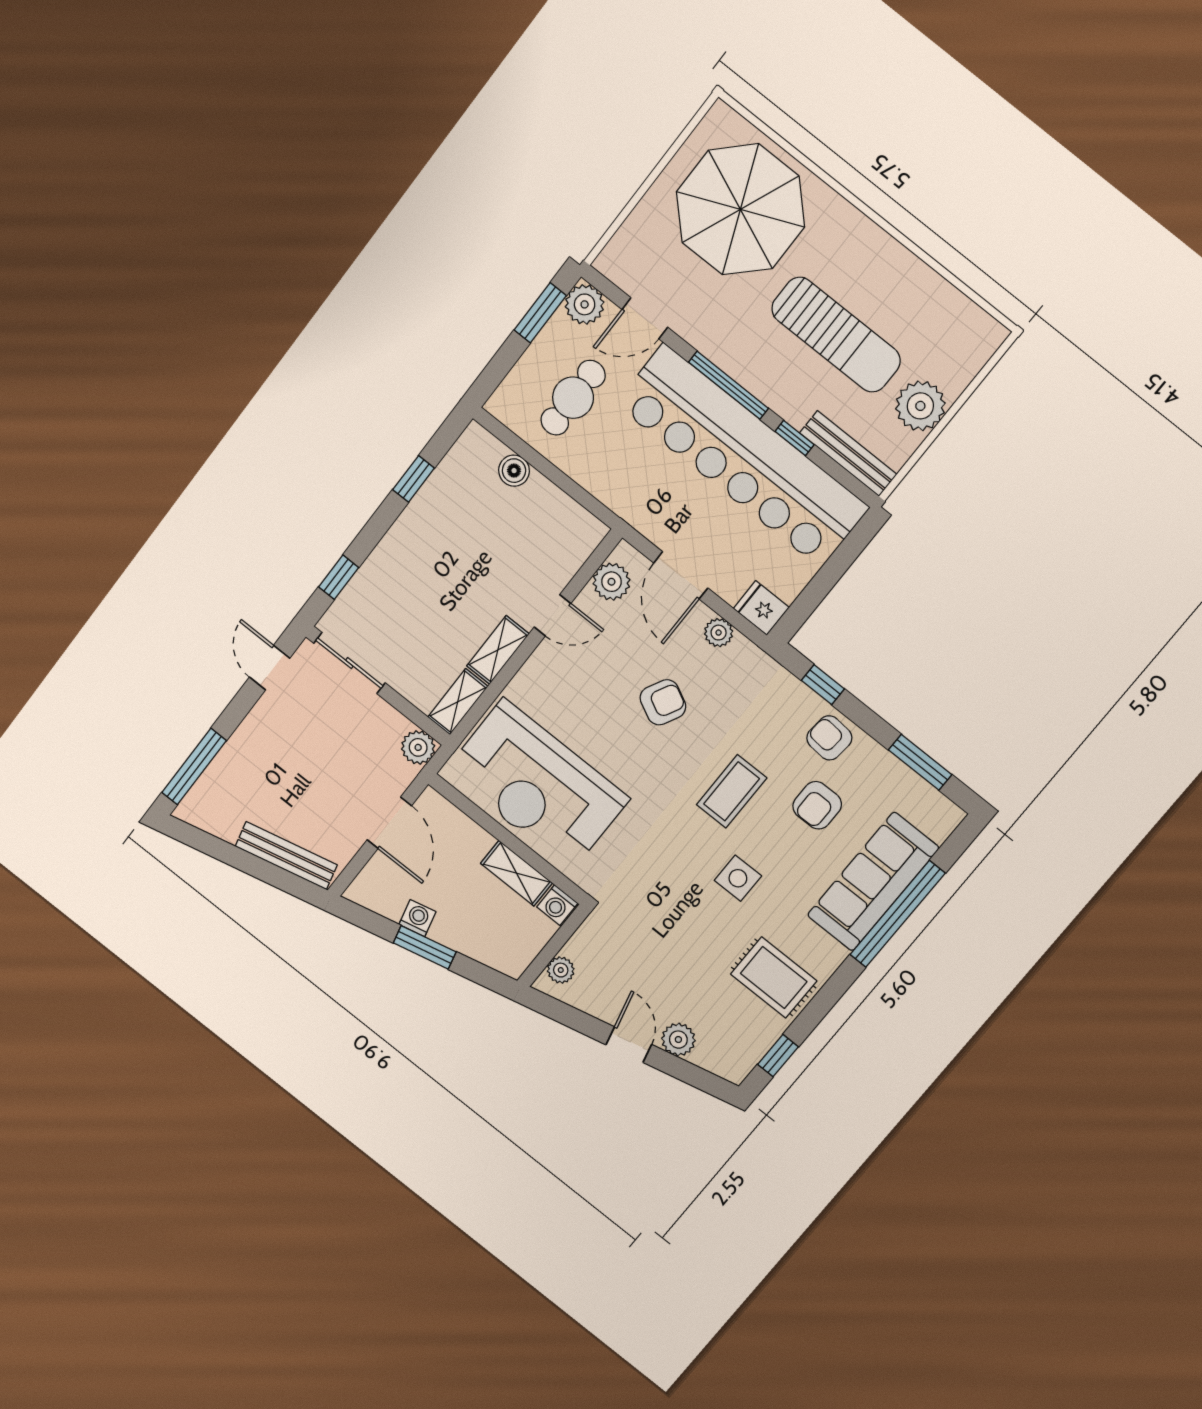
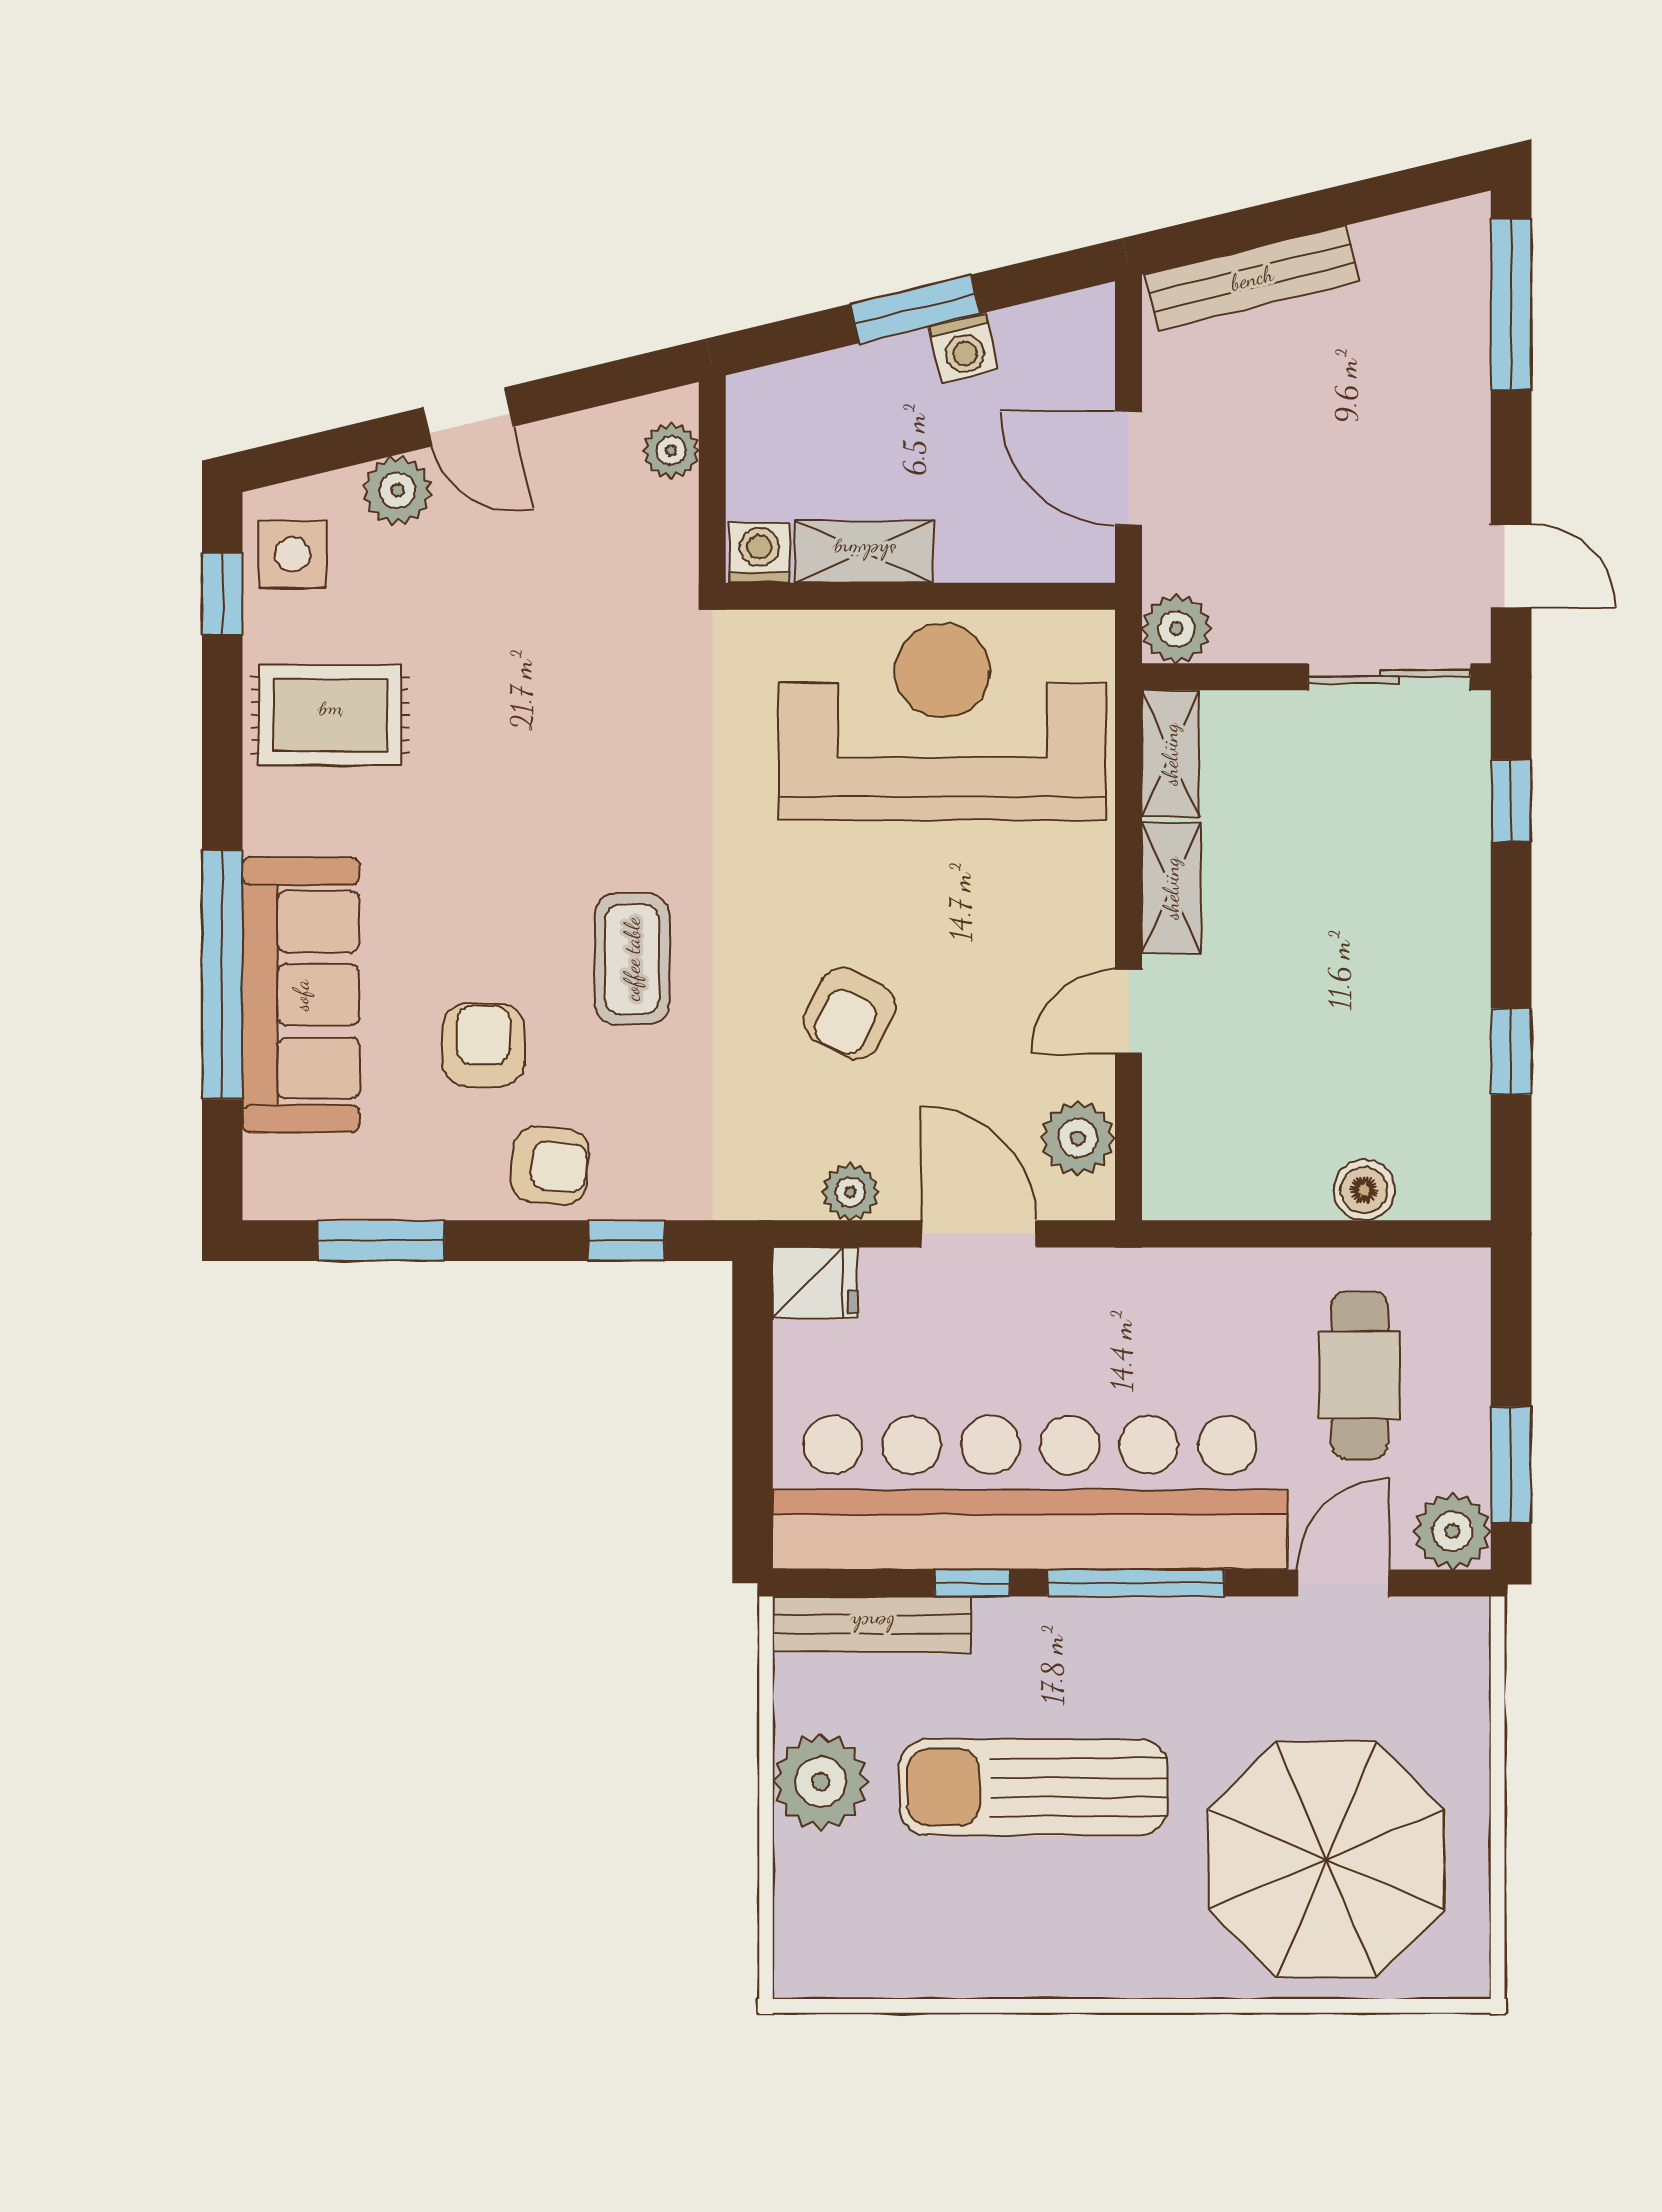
side table: (738, 878) -> (292, 554), moved

